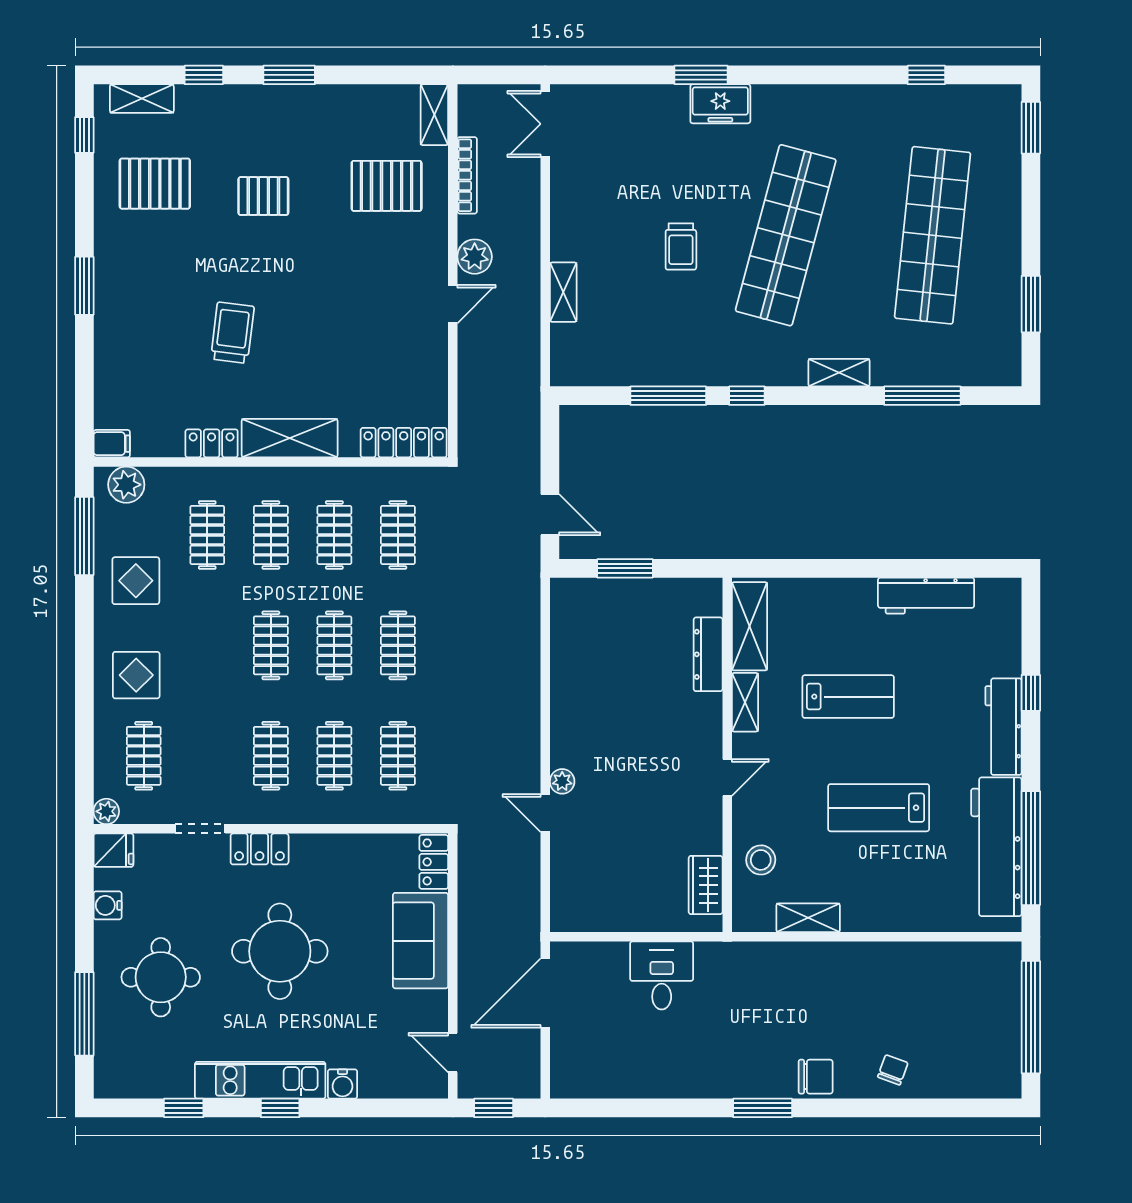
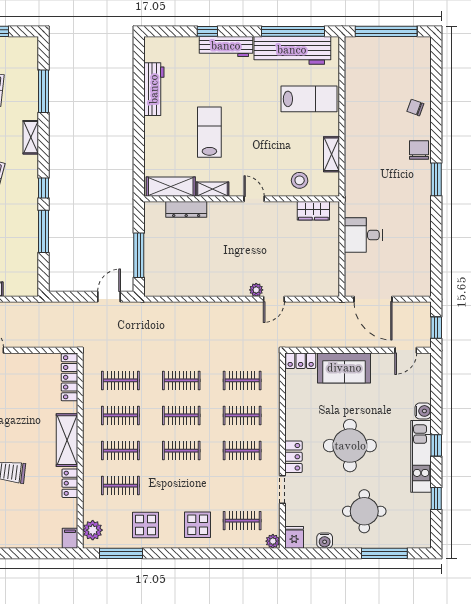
window: (625, 568) -> (139, 255), width x1.44
lab bench: (879, 808) -> (309, 99), moved, turned -90

